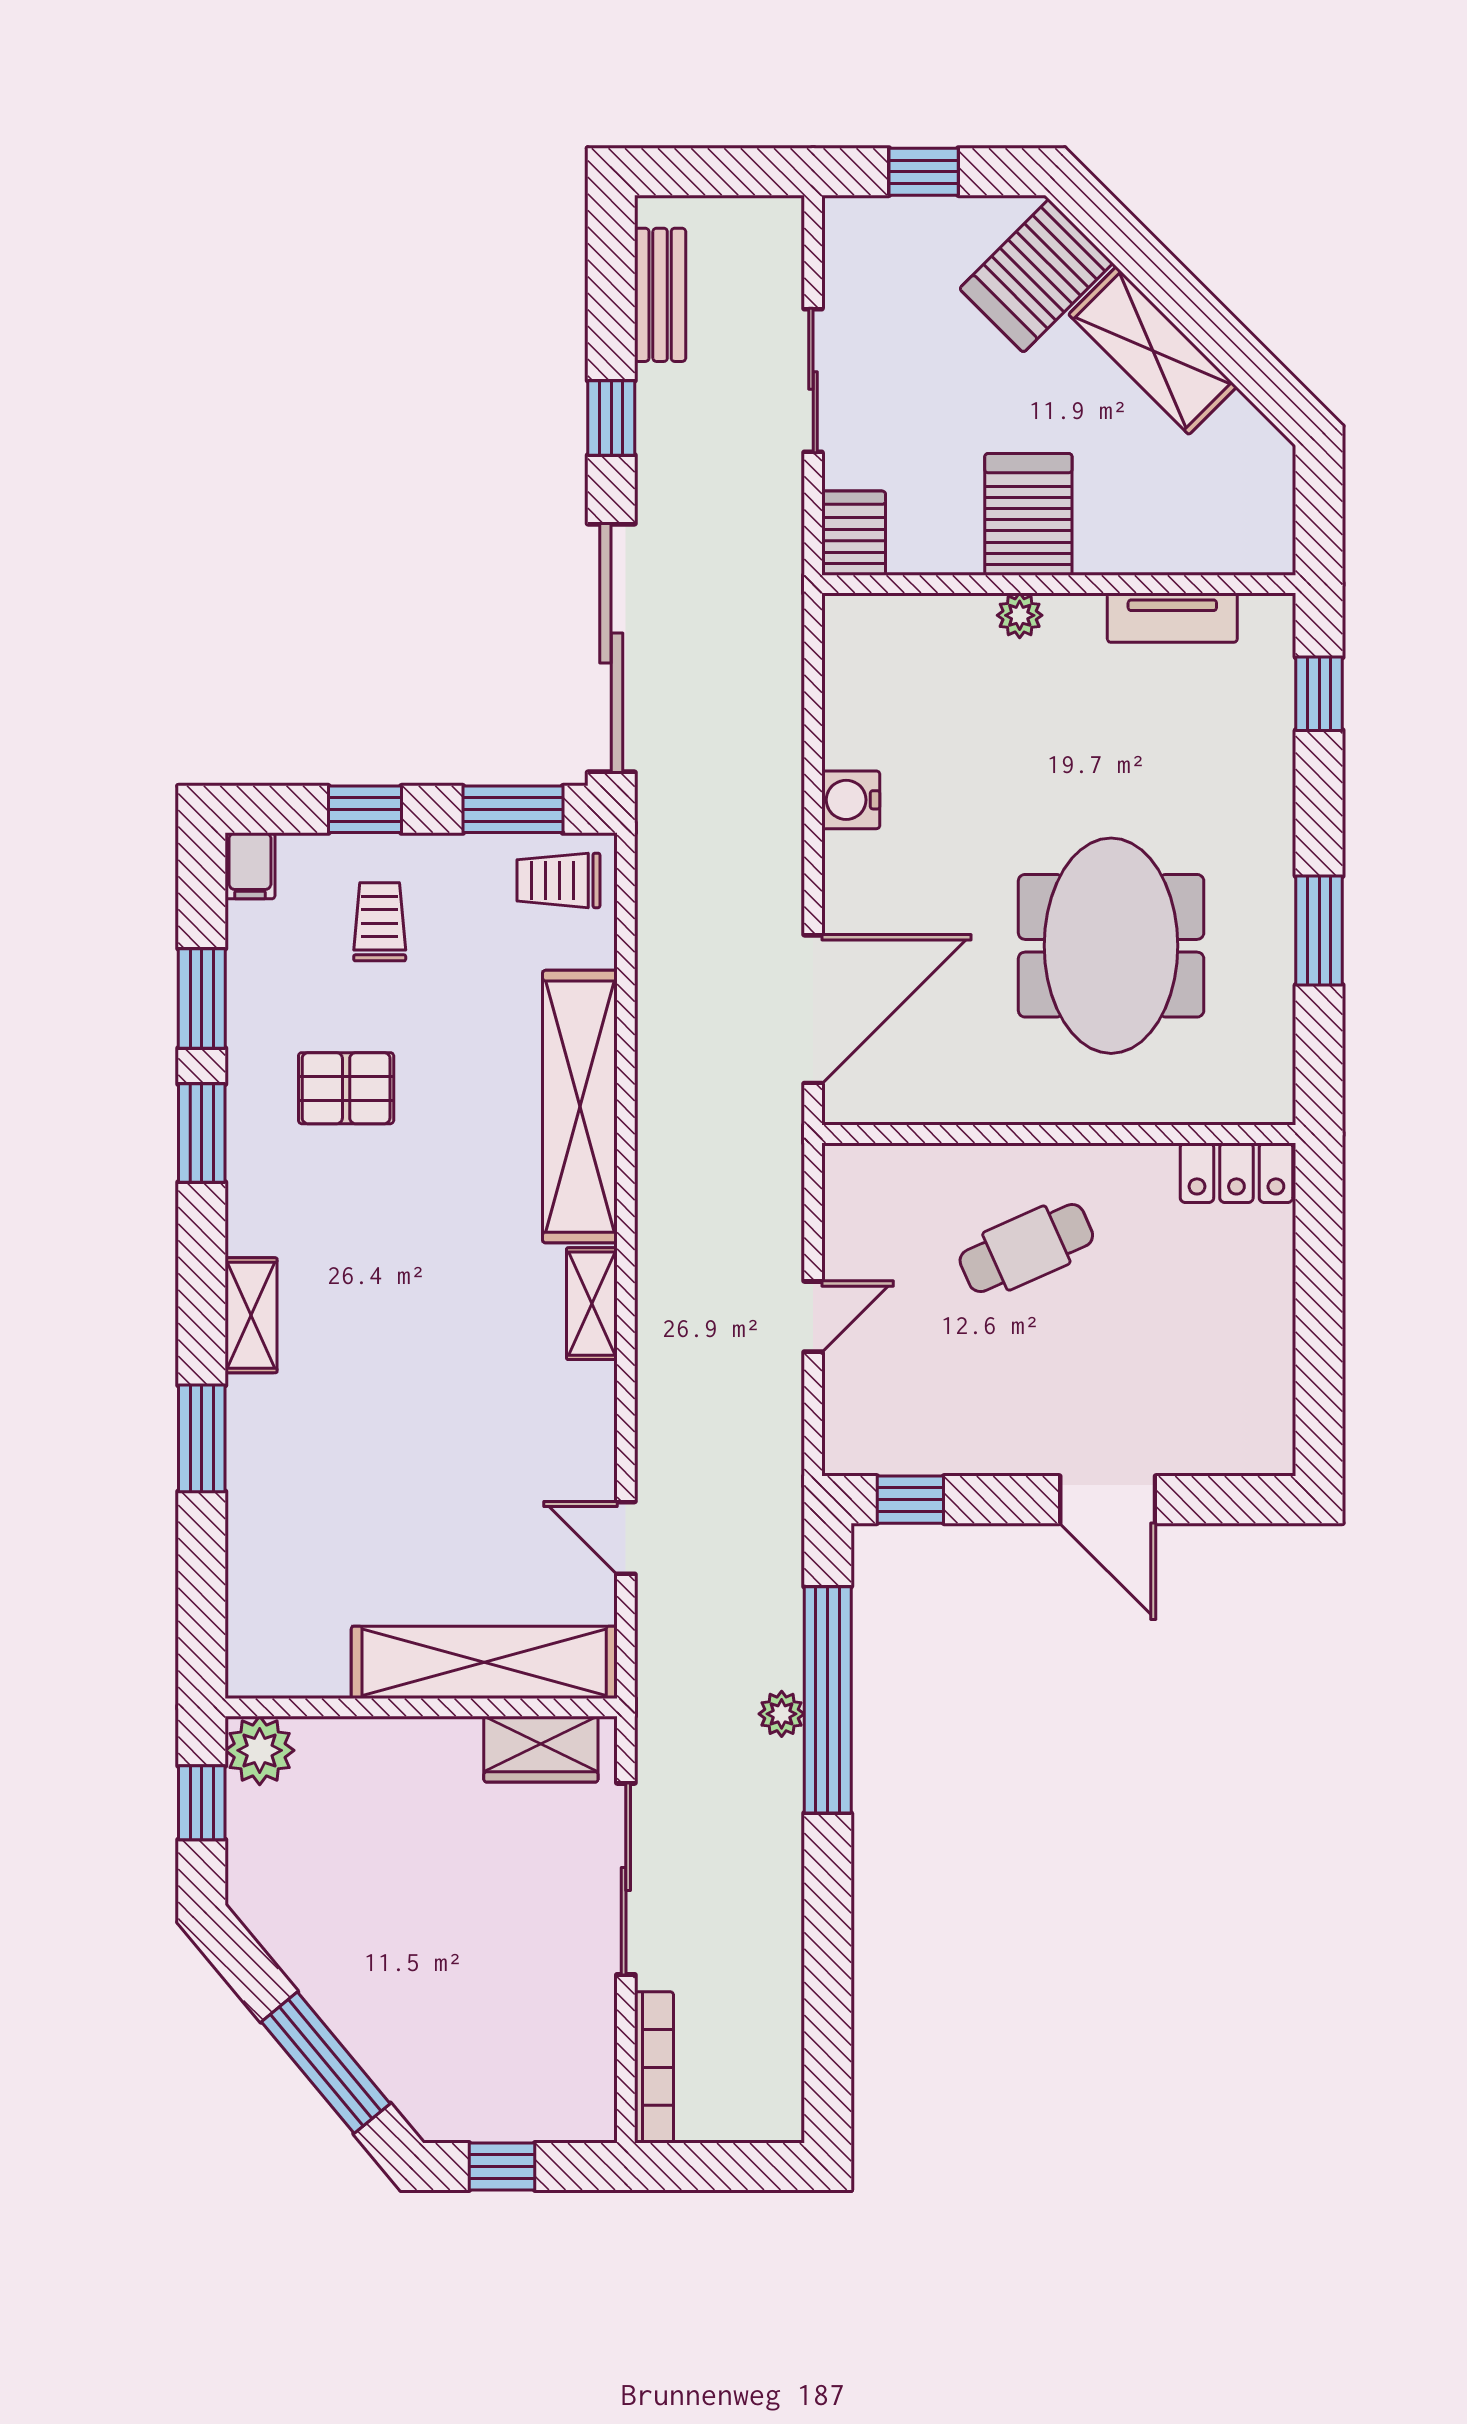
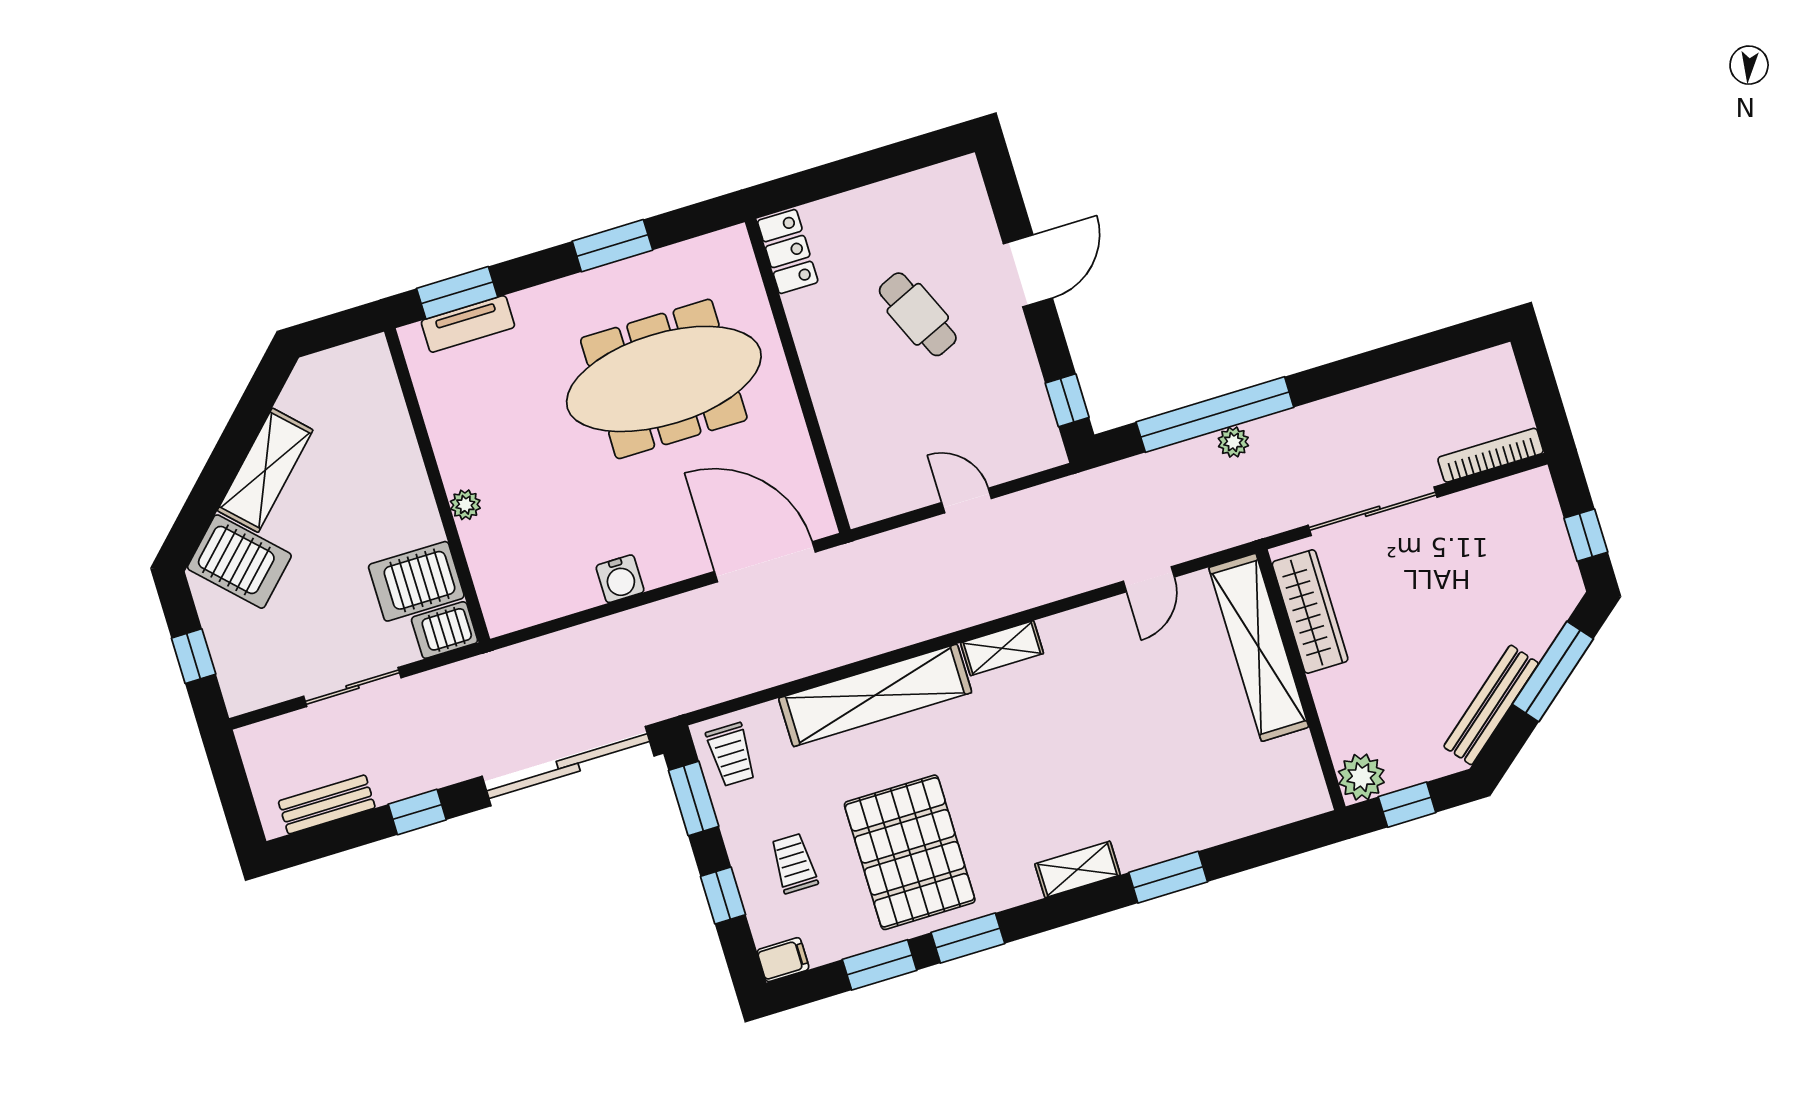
server rack: (1028, 514) -> (416, 581), moved
tv unit: (1172, 618) -> (468, 324), moved, turned 90
window: (1319, 694) -> (457, 293), width x1.50
trolley: (380, 922) -> (794, 863), turned 90
meeting table: (1111, 946) -> (664, 379), width x1.36
pallet: (346, 1088) -> (910, 852), width x2.05, depth x2.00
cafe table: (1026, 1248) -> (918, 314), moved
wardrobe: (541, 1749) -> (1310, 611), width x1.50
bench: (305, 1962) -> (1491, 705), added

